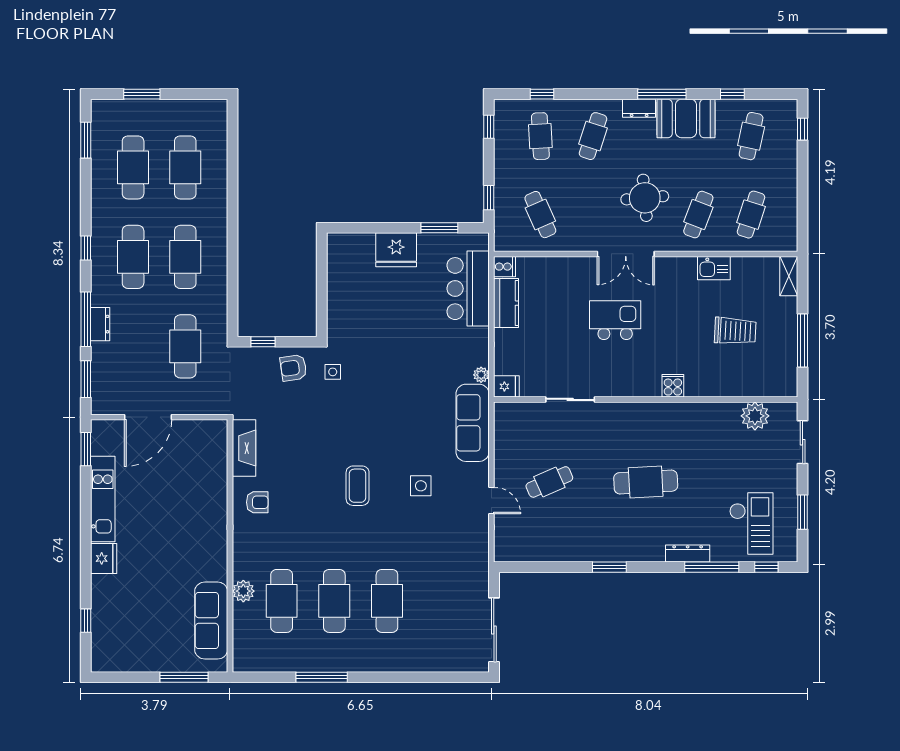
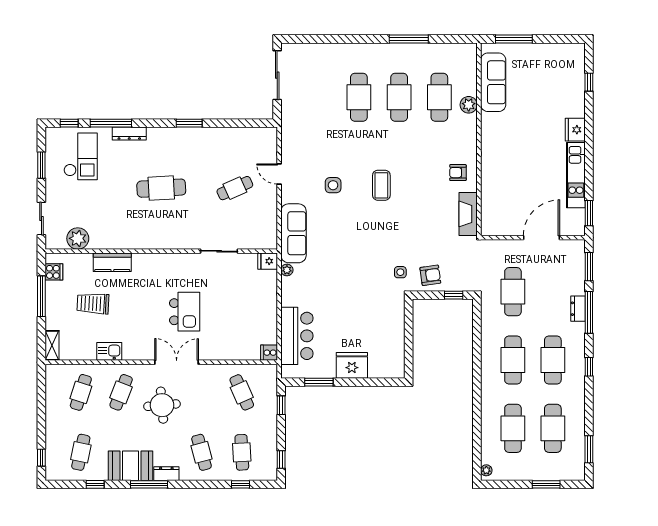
plant: (220, 112) -> (486, 470), added
cafe table: (593, 136) -> (202, 452), turned -33
kitchen counter: (506, 303) -> (112, 262), moved, turned -90
kitchen island: (615, 320) -> (185, 312), turned -90
cooker: (673, 386) -> (54, 272), moved, turned -90
checkout: (751, 523) -> (81, 156), turned 180

